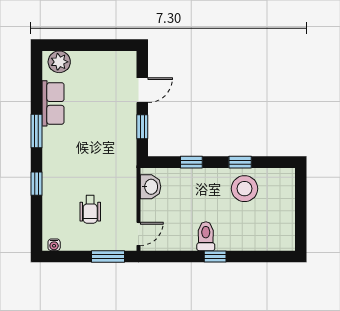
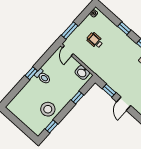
window: (240, 162) -> (51, 126), moved

